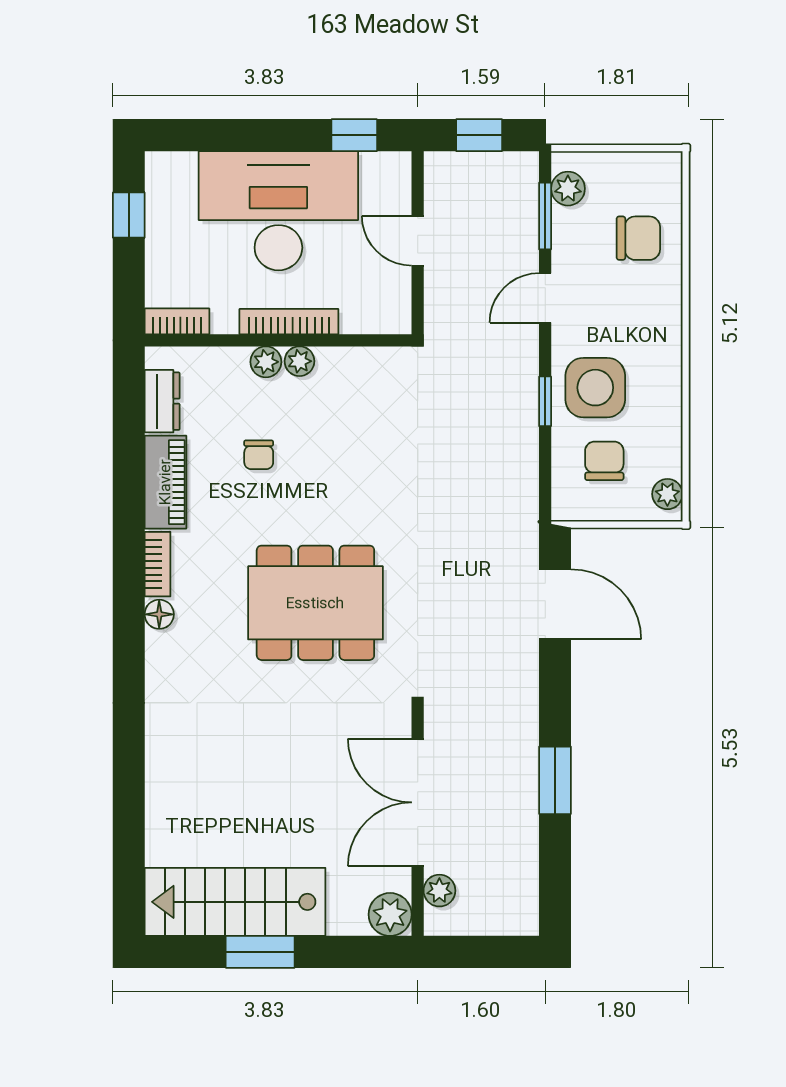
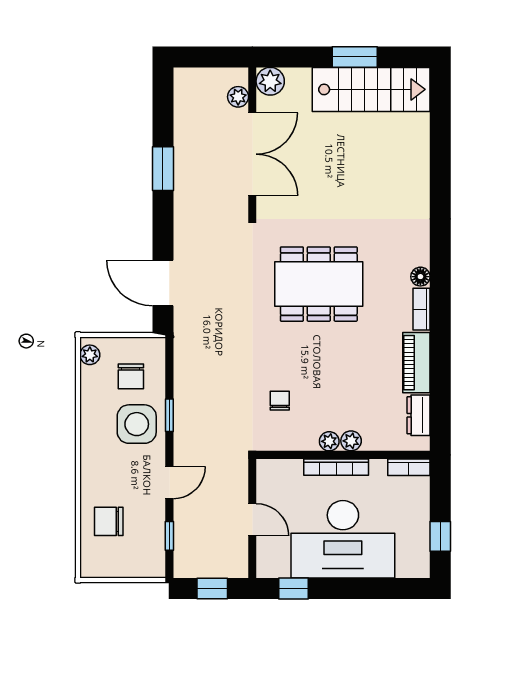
plant: (568, 189) -> (154, 554), removed
window: (545, 216) -> (169, 536), width x0.67
chair: (259, 455) -> (280, 401), moved

